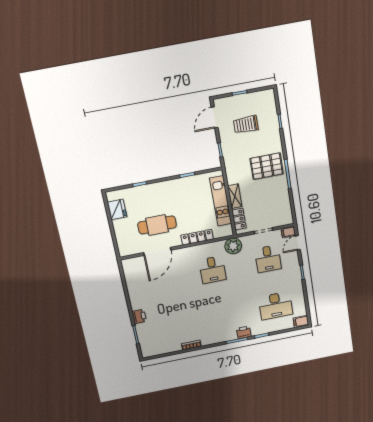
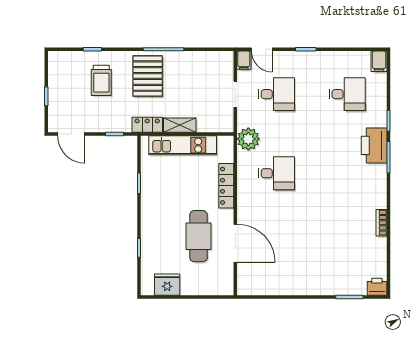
trolley: (246, 124) -> (101, 80), moved
locker: (239, 219) -> (147, 125), moved
desk: (275, 306) -> (347, 94), width x0.73
printer: (139, 316) -> (377, 287), moved
printer: (244, 332) -> (374, 145), width x1.87, depth x1.48

